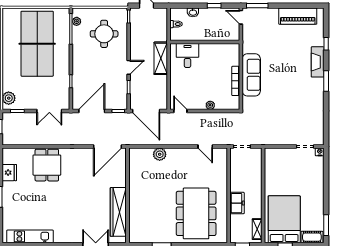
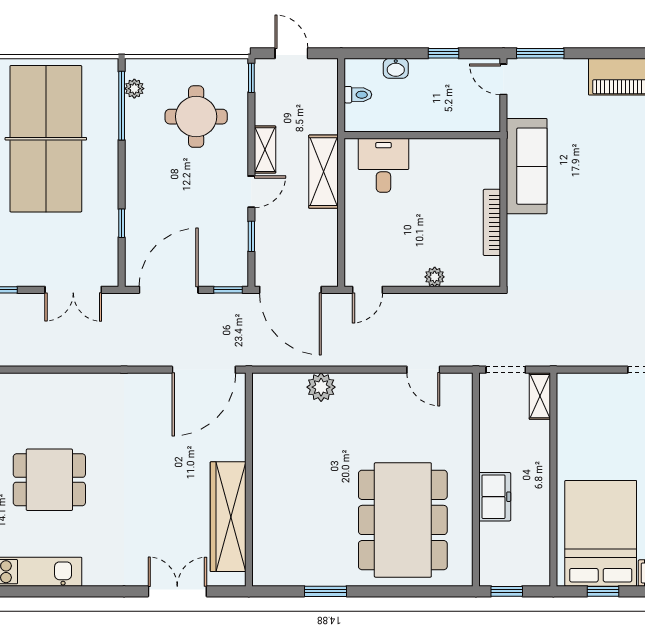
shelving: (135, 48) -> (265, 150), added
sofa: (251, 75) -> (527, 166), moved
door: (180, 111) -> (367, 290), swing flipped
dining table: (47, 165) -> (49, 480), moved, turned 90
shelving: (257, 229) -> (540, 396), moved

